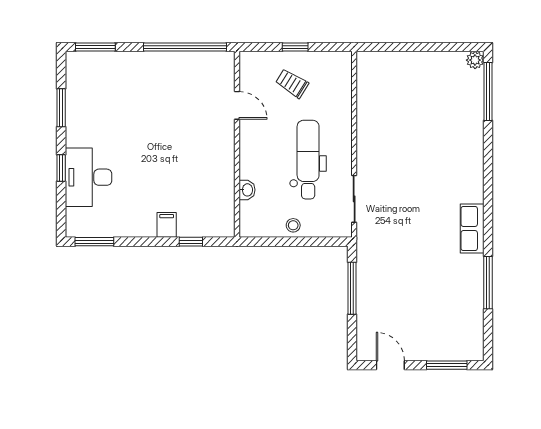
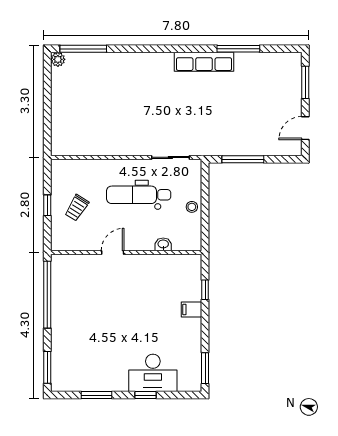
door: (237, 105) -> (113, 252), moved
row of seats: (472, 229) -> (204, 62), width x1.48

